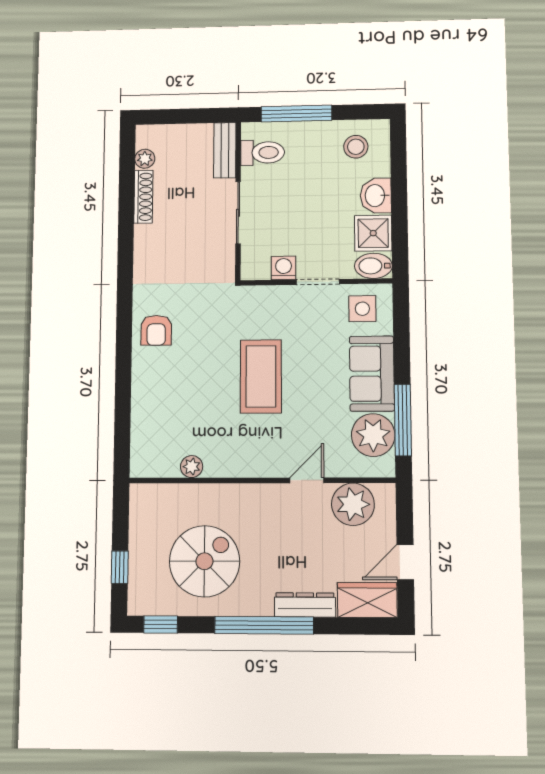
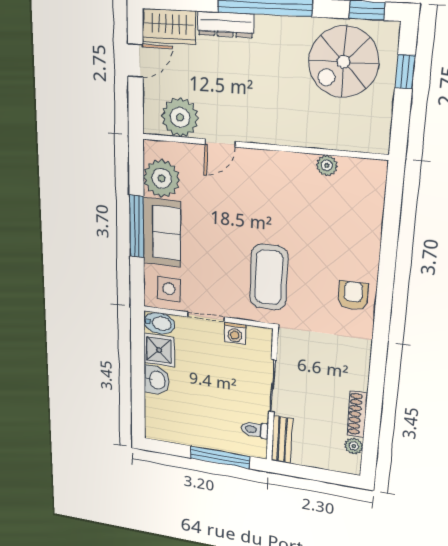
stool: (356, 147) -> (172, 422), removed
toilet: (263, 153) -> (255, 430), width x0.73, depth x0.72
coffee table: (261, 376) -> (269, 277), moved
window: (403, 420) -> (137, 226), moved
spiral stairs: (204, 561) -> (343, 62), moved

